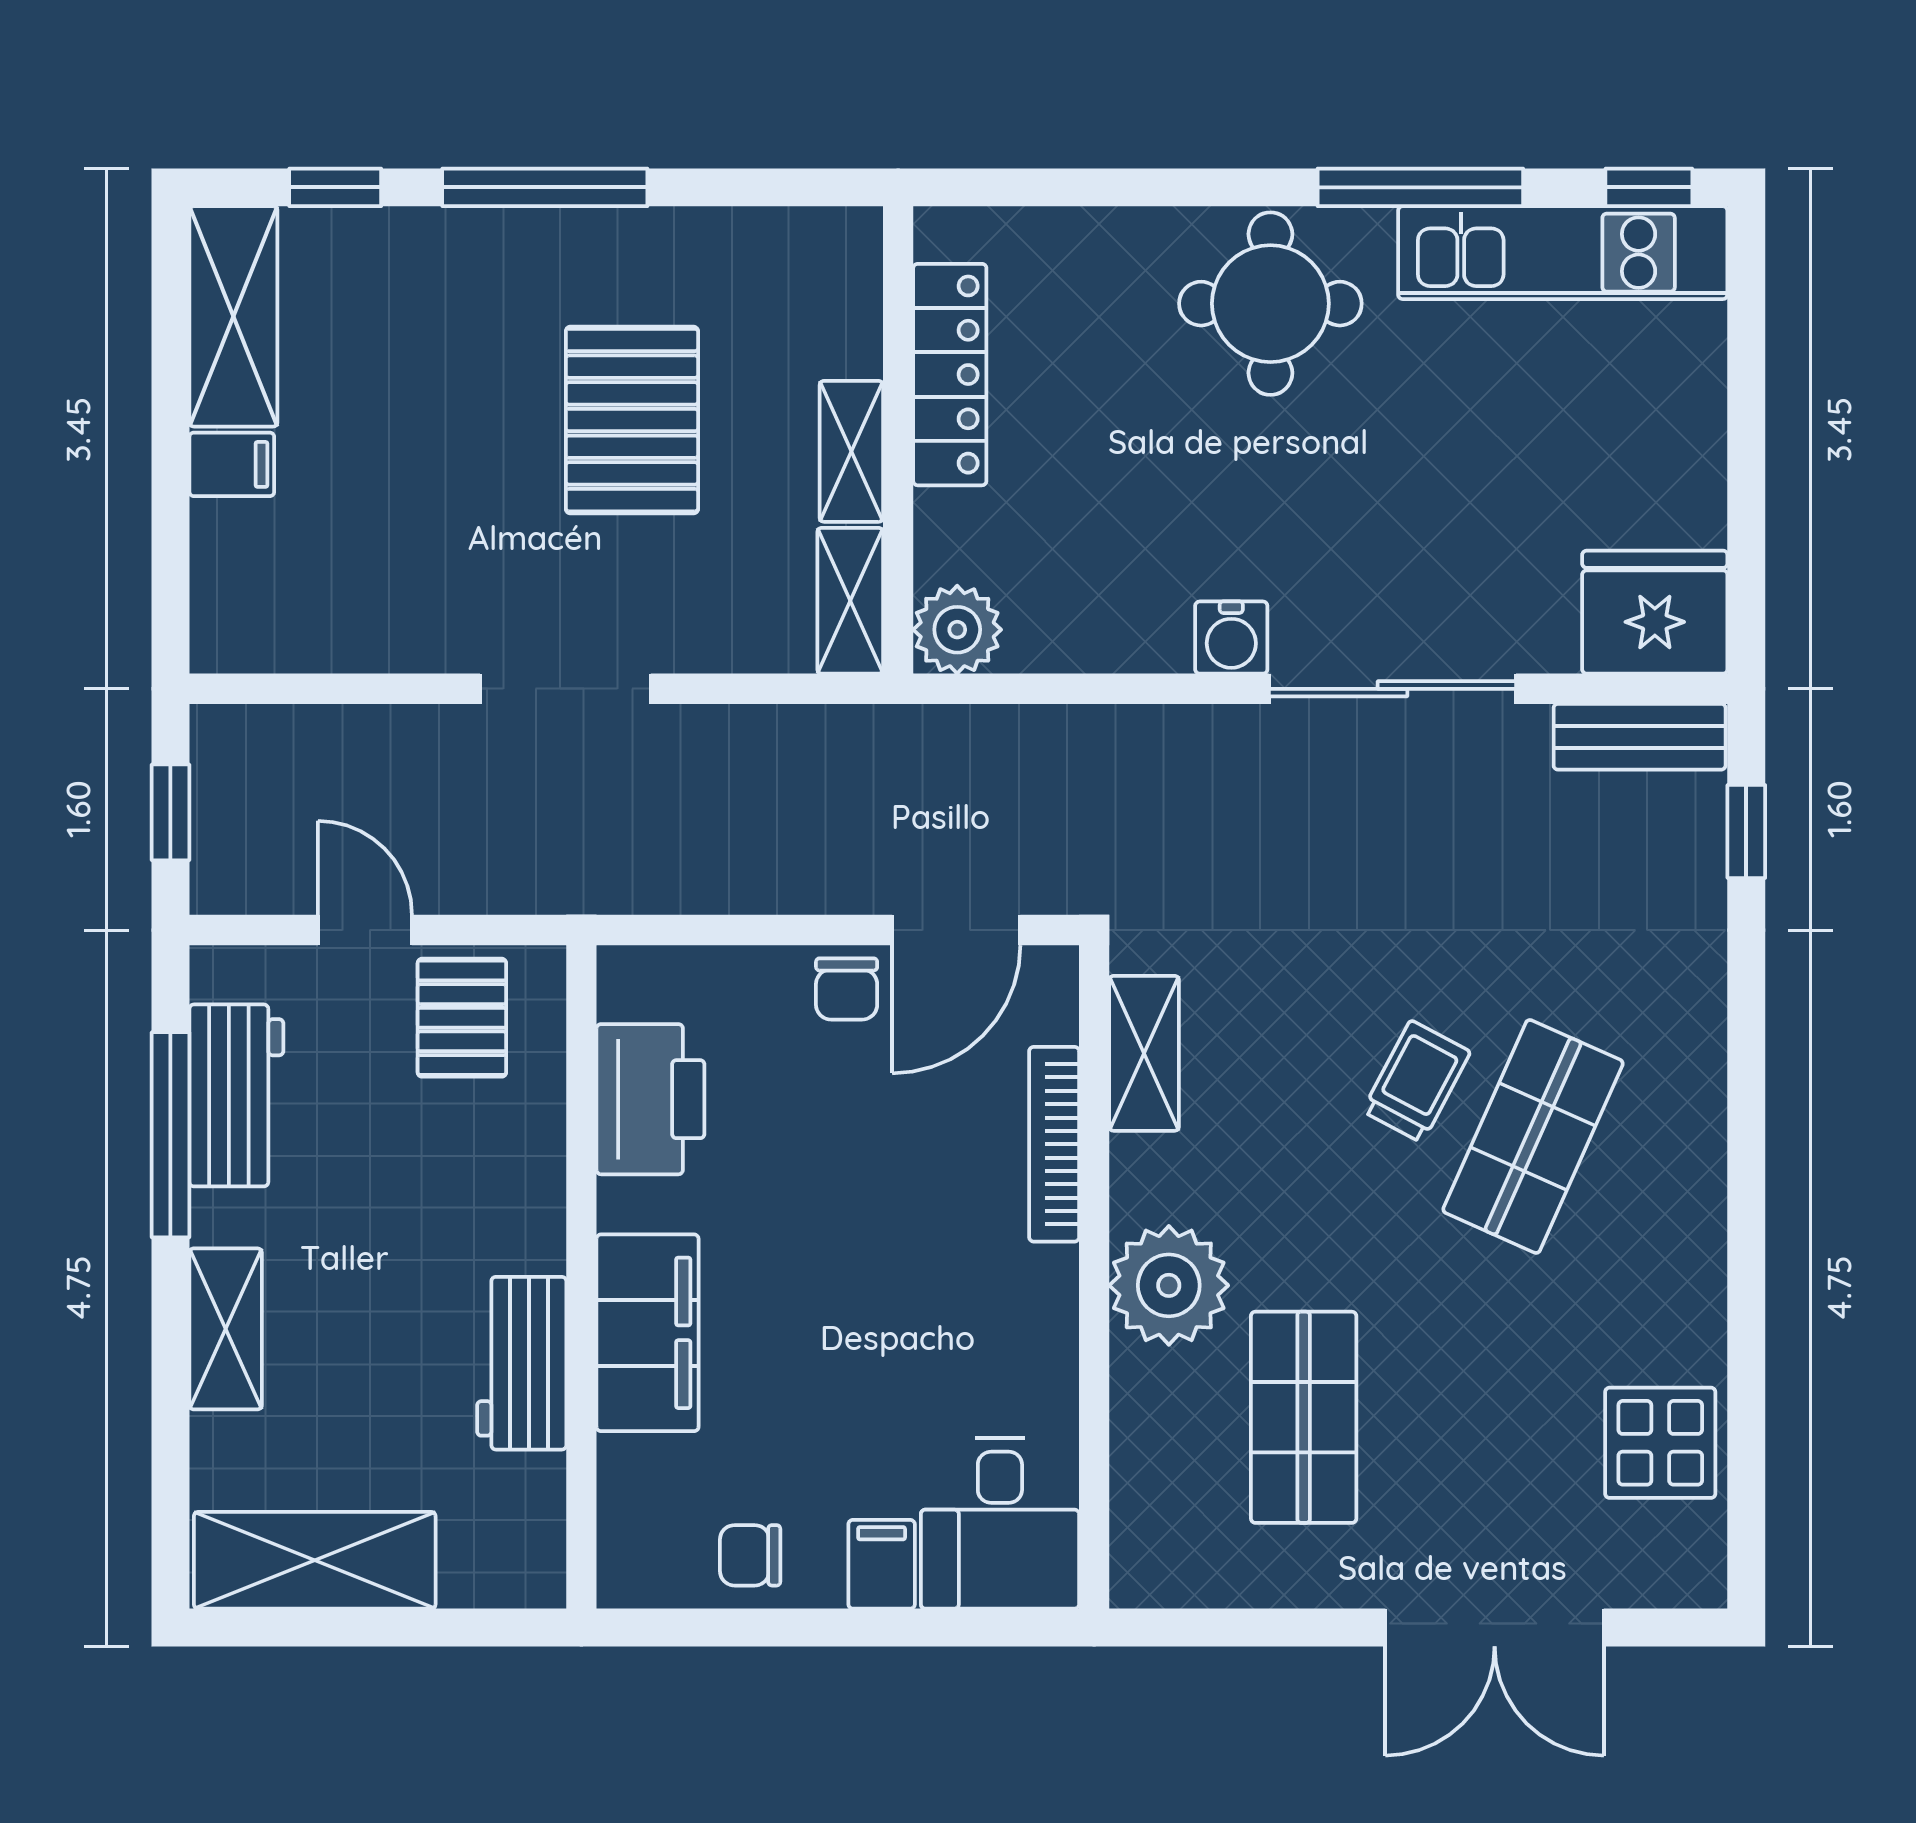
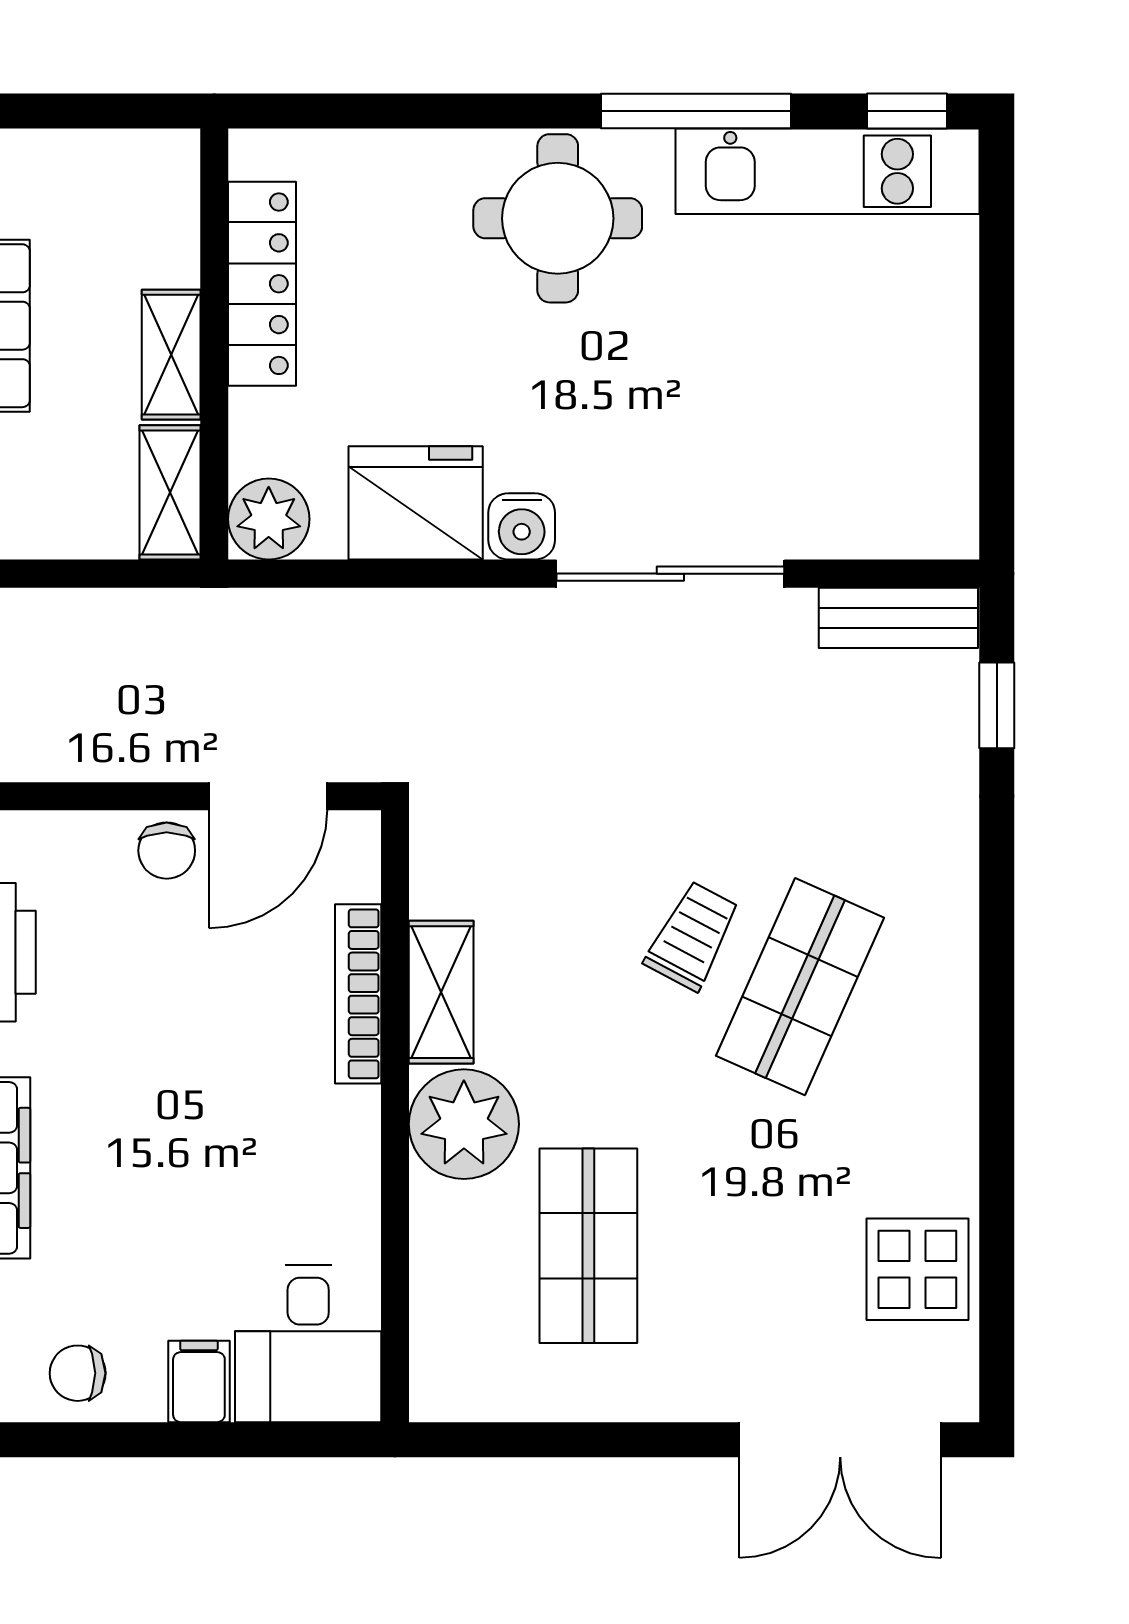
fridge: (1655, 612) -> (416, 503), moved
shelving: (1144, 1053) -> (441, 992), moved
double door: (1495, 1627) -> (840, 1440), moved

